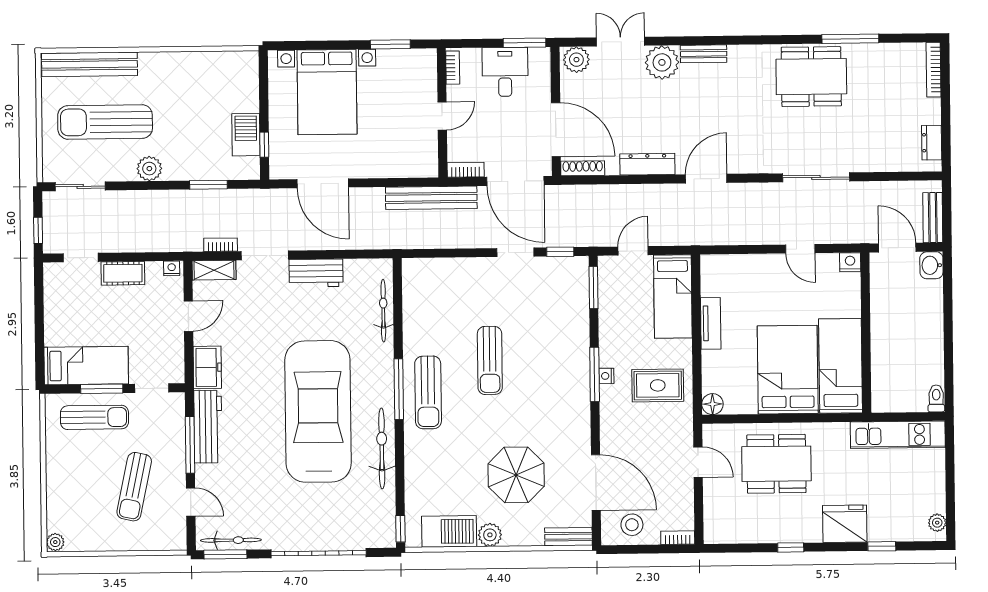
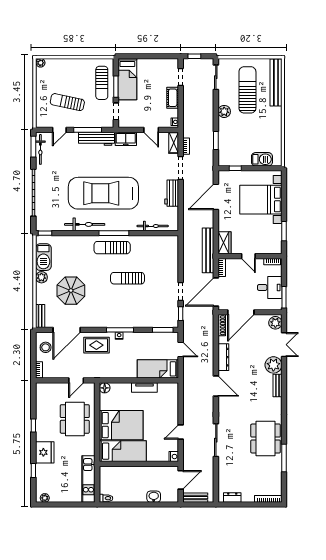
barbecue: (246, 135) -> (262, 159), moved
wardrobe: (416, 165) -> (225, 243), added
washbasin: (931, 265) -> (154, 497), moved
rug: (658, 385) -> (96, 345), moved, turned 90
car: (318, 411) -> (103, 193), turned 180

